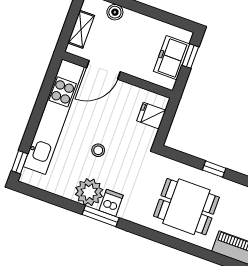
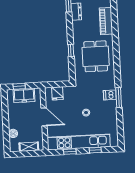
door: (103, 70) -> (44, 117), moved
window: (44, 95) -> (70, 152), added
window: (20, 162) -> (95, 150), moved
plant: (89, 192) -> (109, 108), removed

